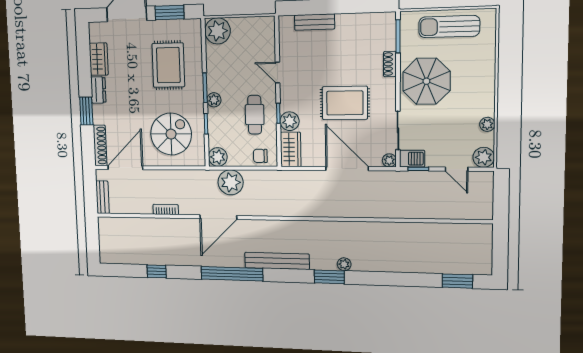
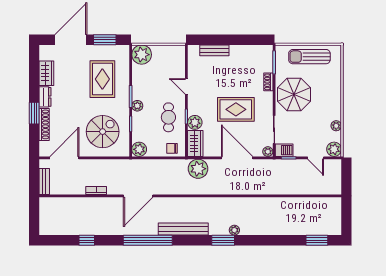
shoe rack: (100, 146) -> (44, 124), moved
plant: (231, 182) -> (198, 169), moved

